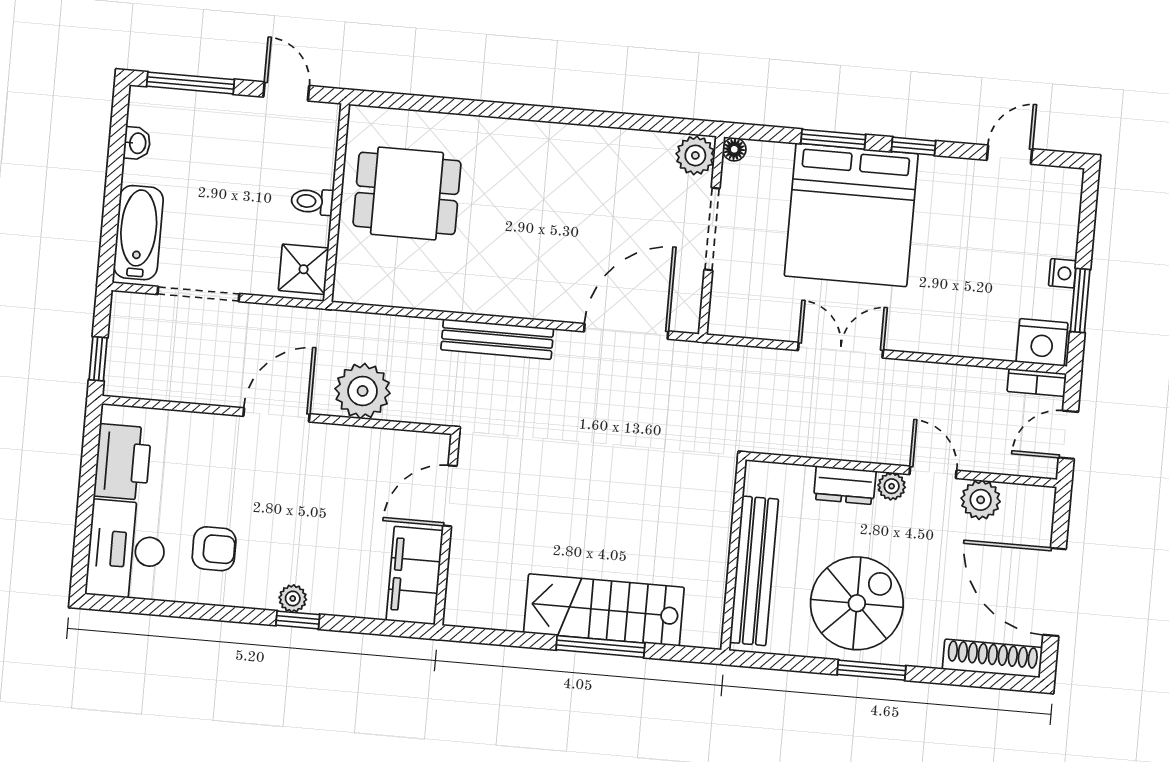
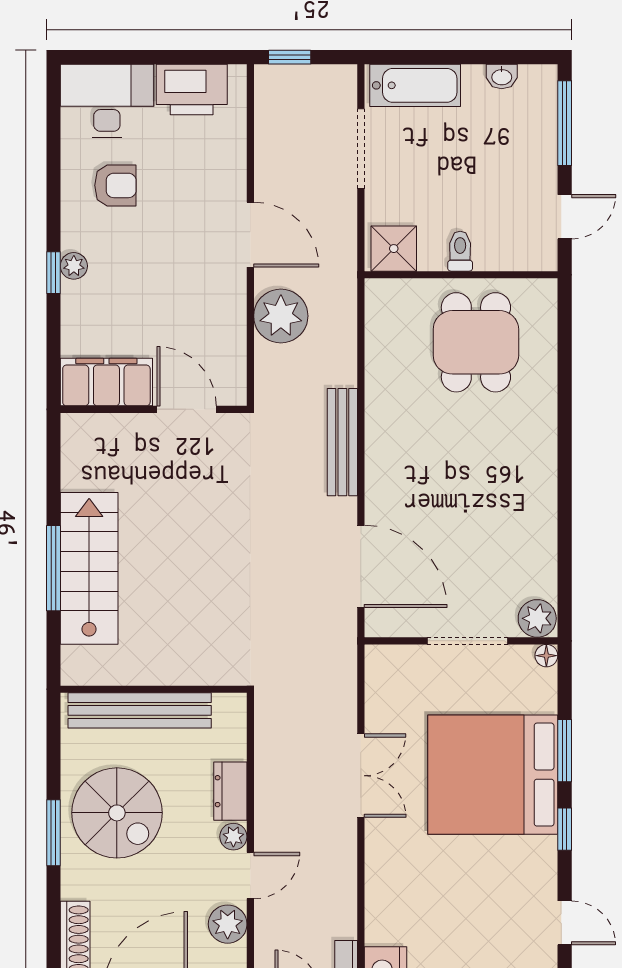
armchair: (214, 549) -> (115, 185), turned -90

